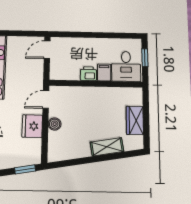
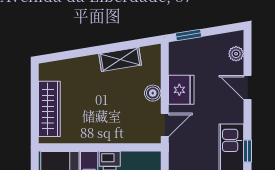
wardrobe: (135, 120) -> (49, 109), width x1.50
shelving: (107, 147) -> (120, 59), moved

